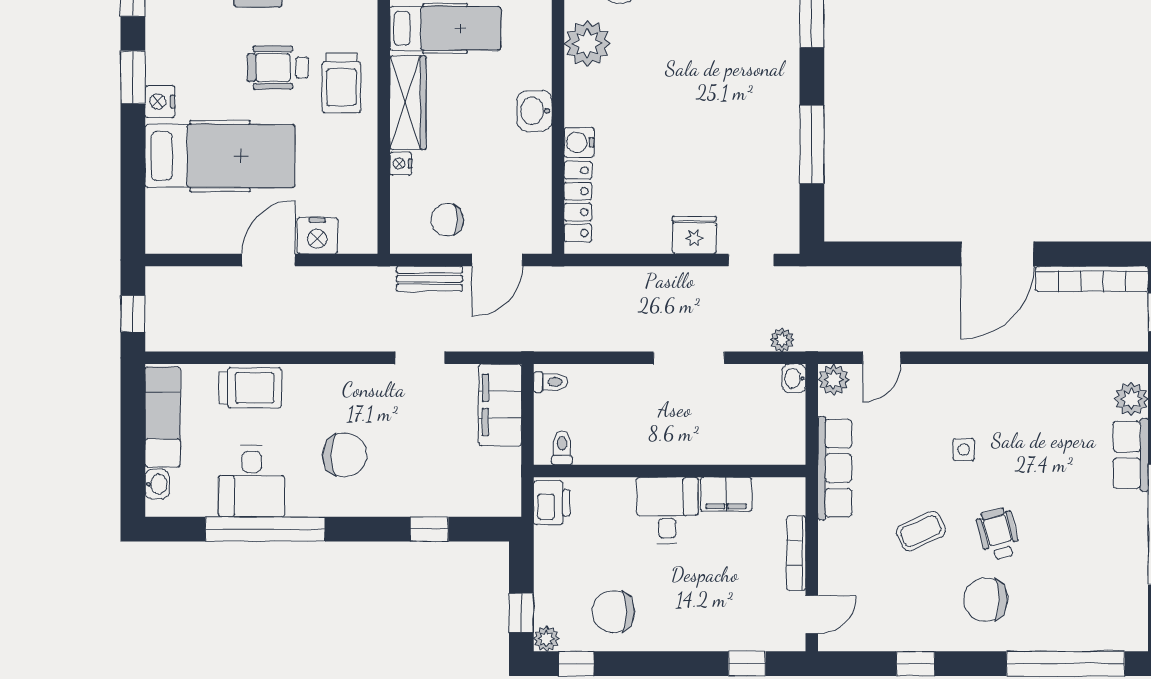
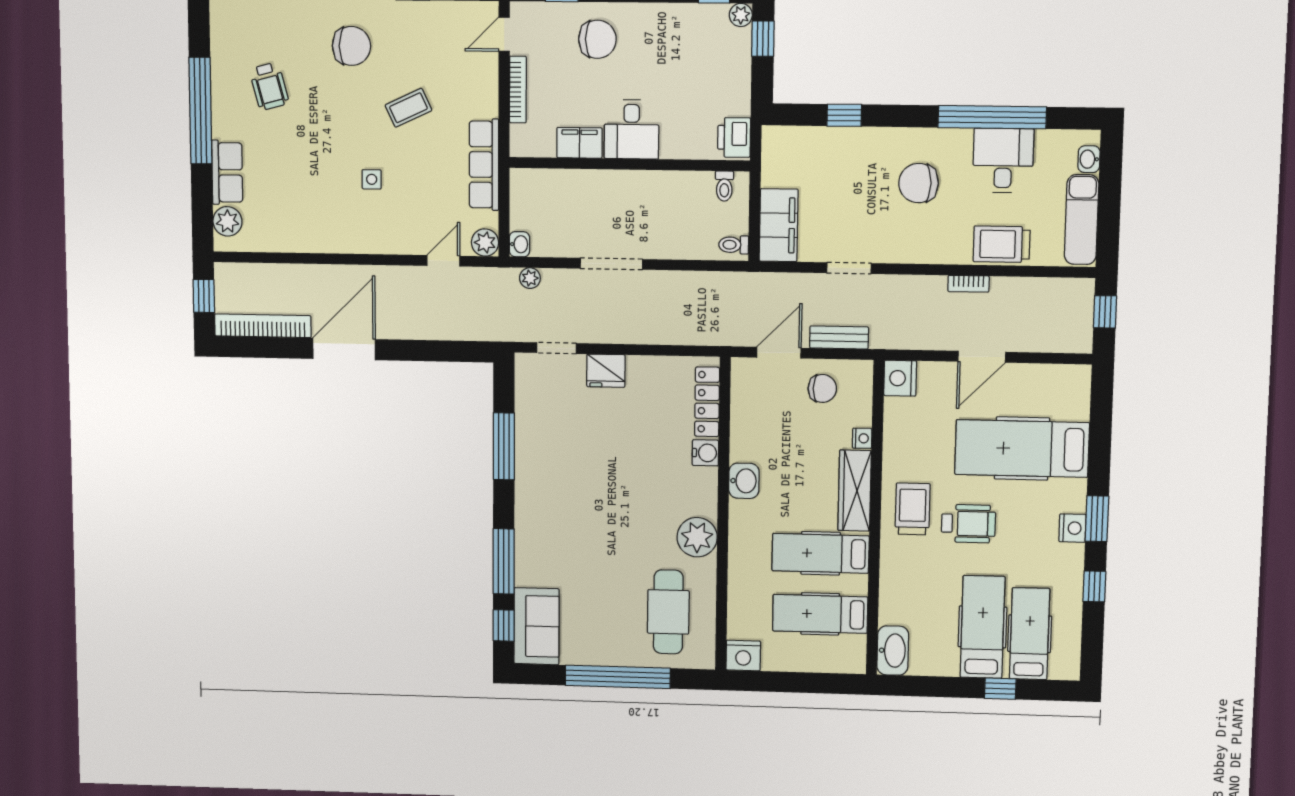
nightstand: (160, 102) -> (1072, 528), moved
nightstand: (317, 236) -> (900, 378), moved, turned -90
bookcase: (286, 343) -> (969, 284), added
wheelchair: (998, 534) -> (269, 86), moved
chair: (613, 612) -> (597, 39), moved

